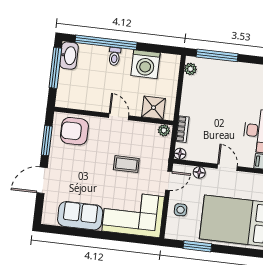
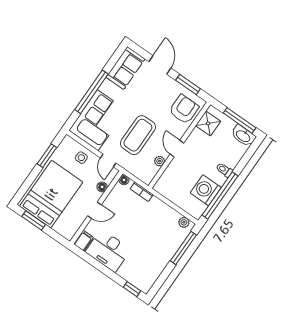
window: (106, 42) -> (220, 195), moved
shower: (154, 108) -> (208, 123), moved
door: (119, 117) -> (177, 149), swing flipped
plant: (164, 130) -> (159, 161), moved
coffee table: (126, 164) -> (138, 135), width x1.86, depth x1.72
sofa: (80, 216) -> (125, 68), moved
window: (107, 236) -> (91, 92), added

